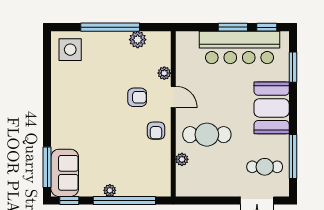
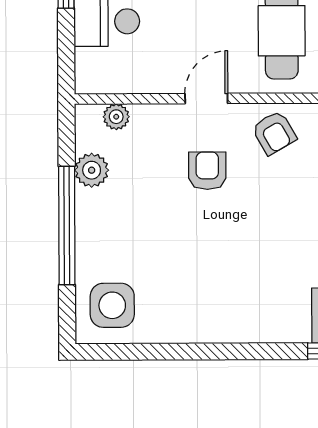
plant: (164, 73) -> (116, 117), moved
armchair: (156, 131) -> (274, 133), turned 60

